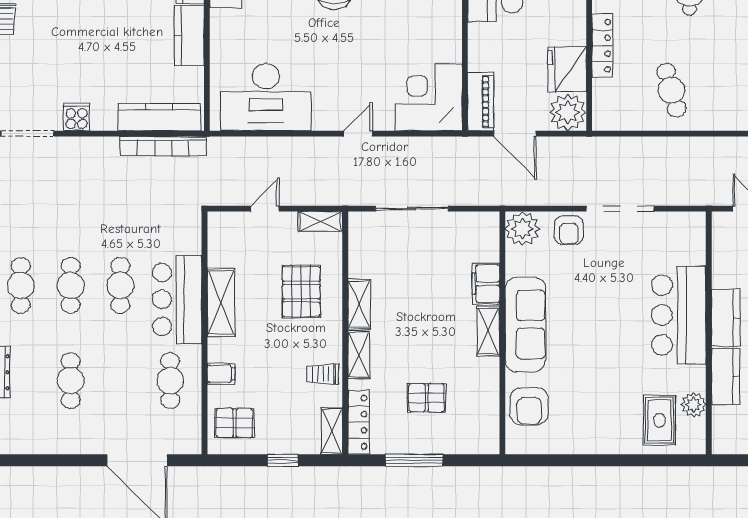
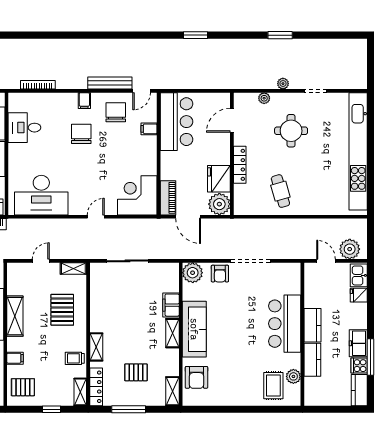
shelving: (359, 304) -> (173, 391), moved

